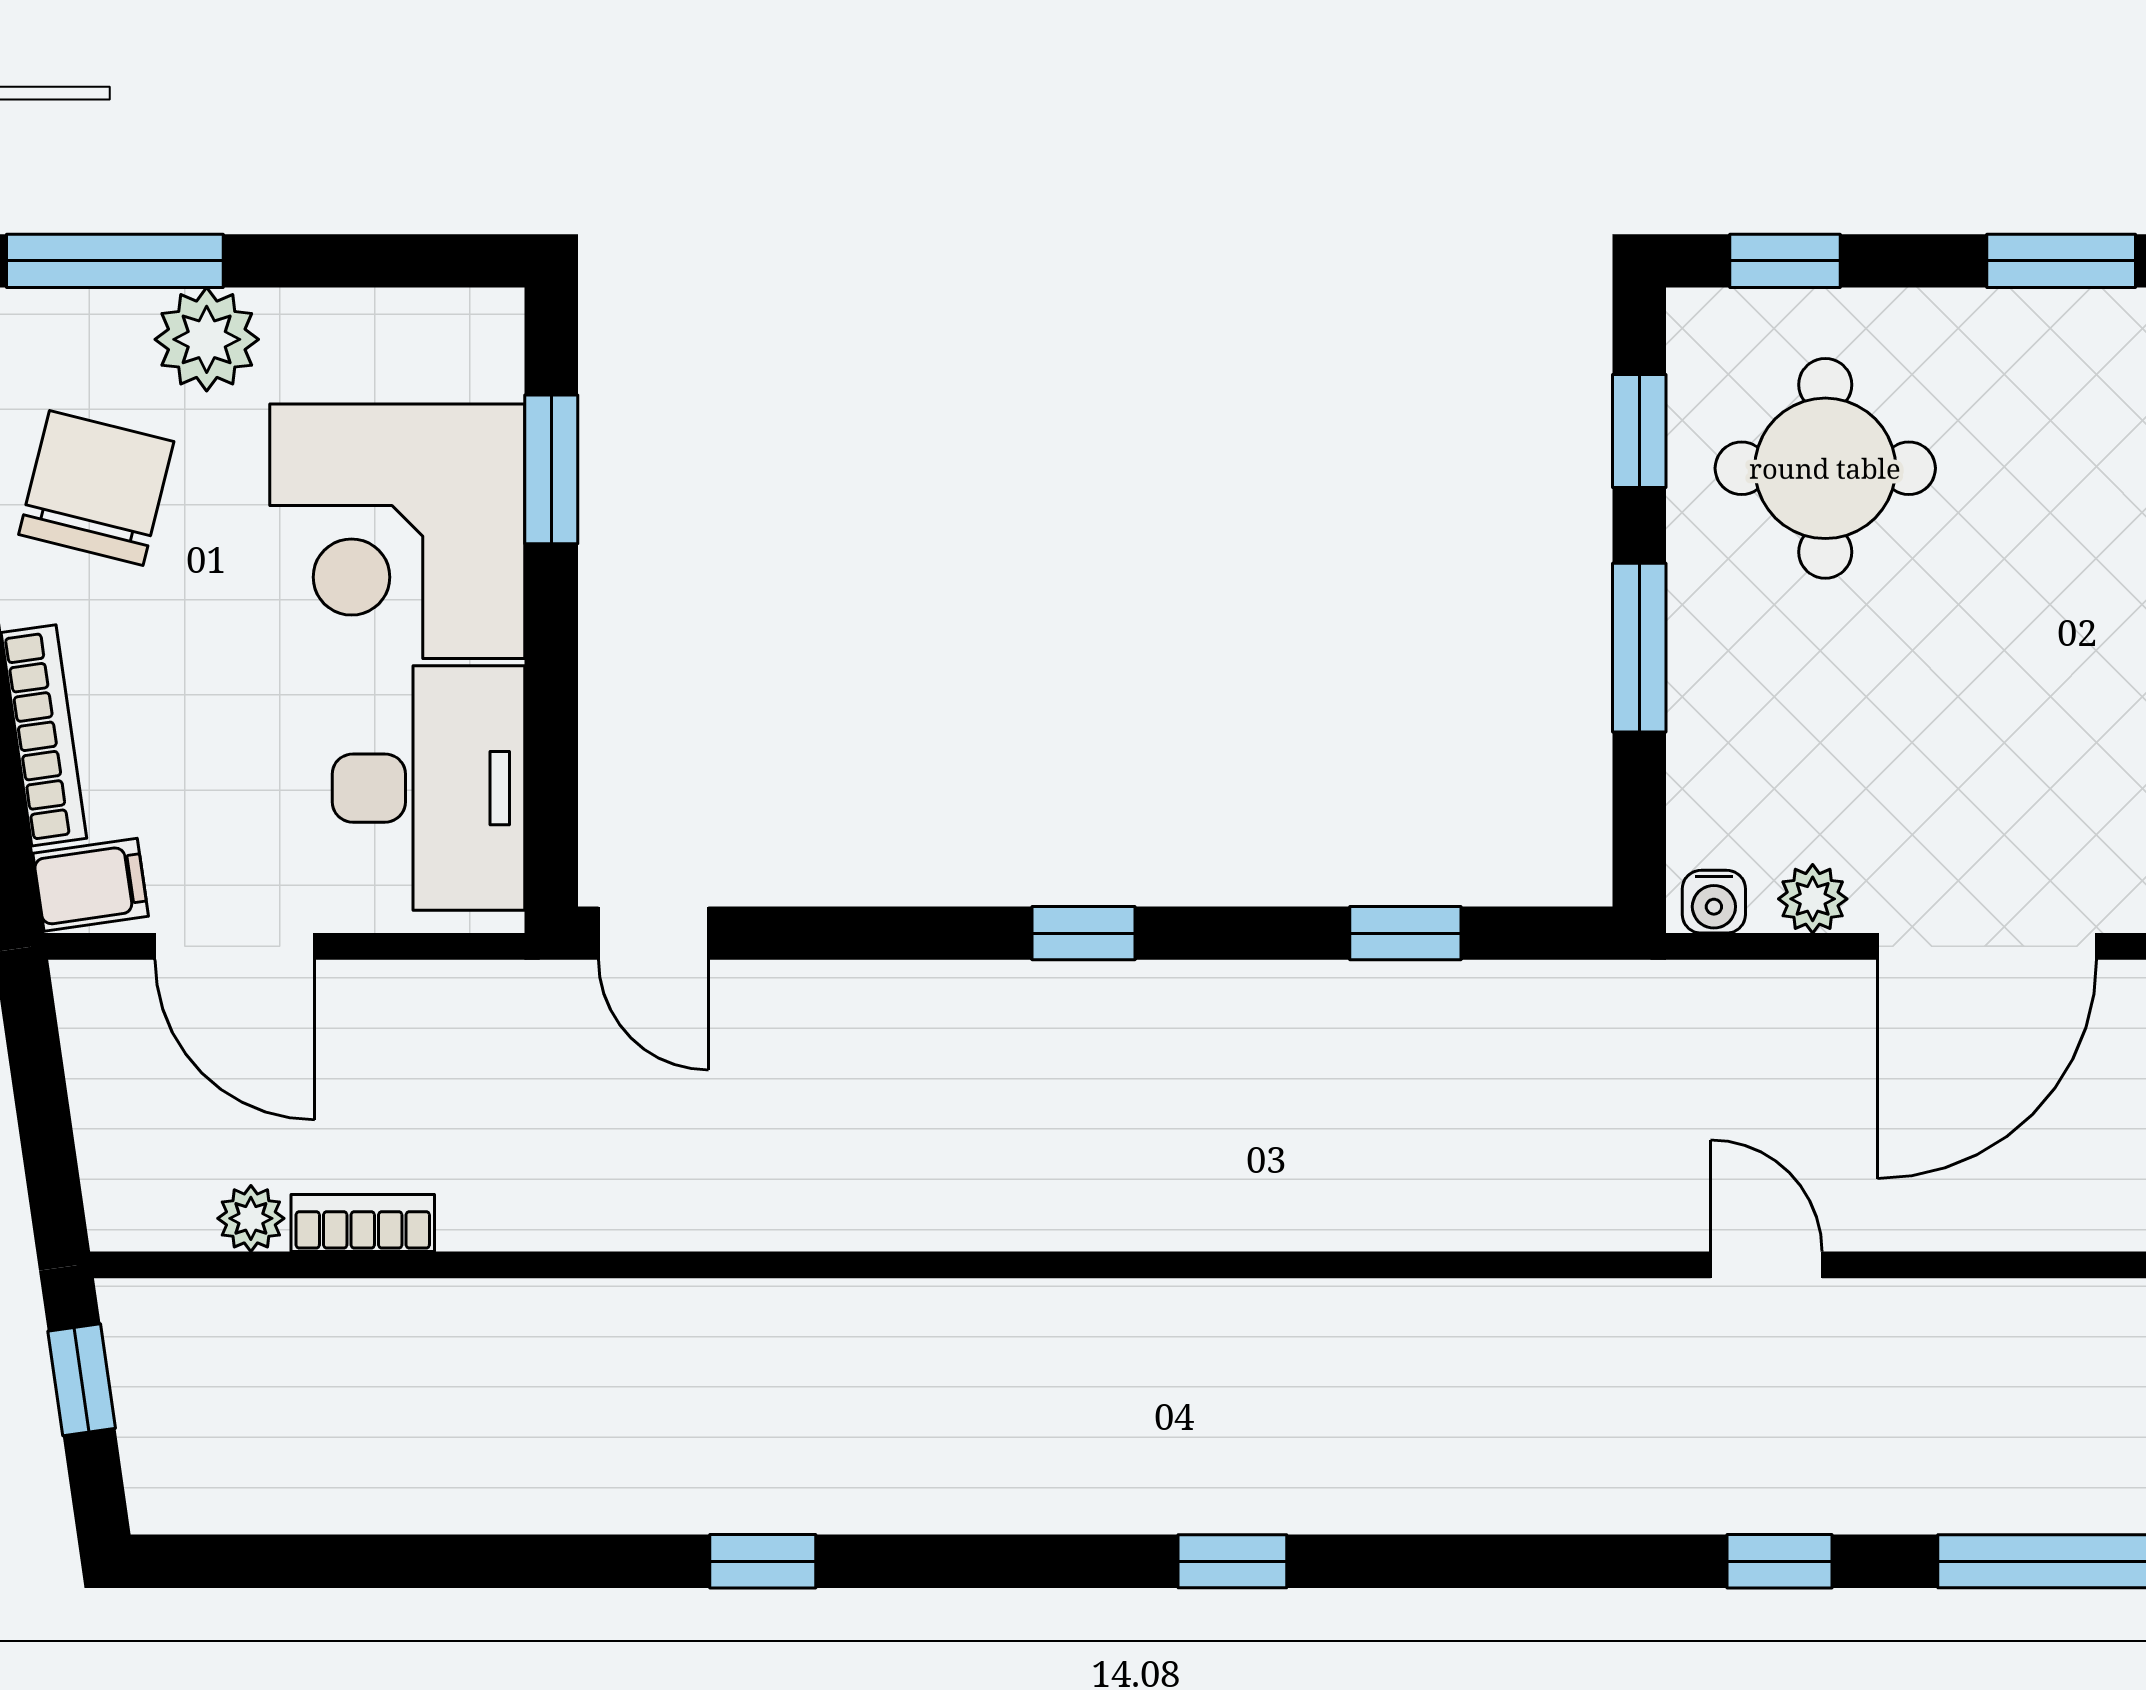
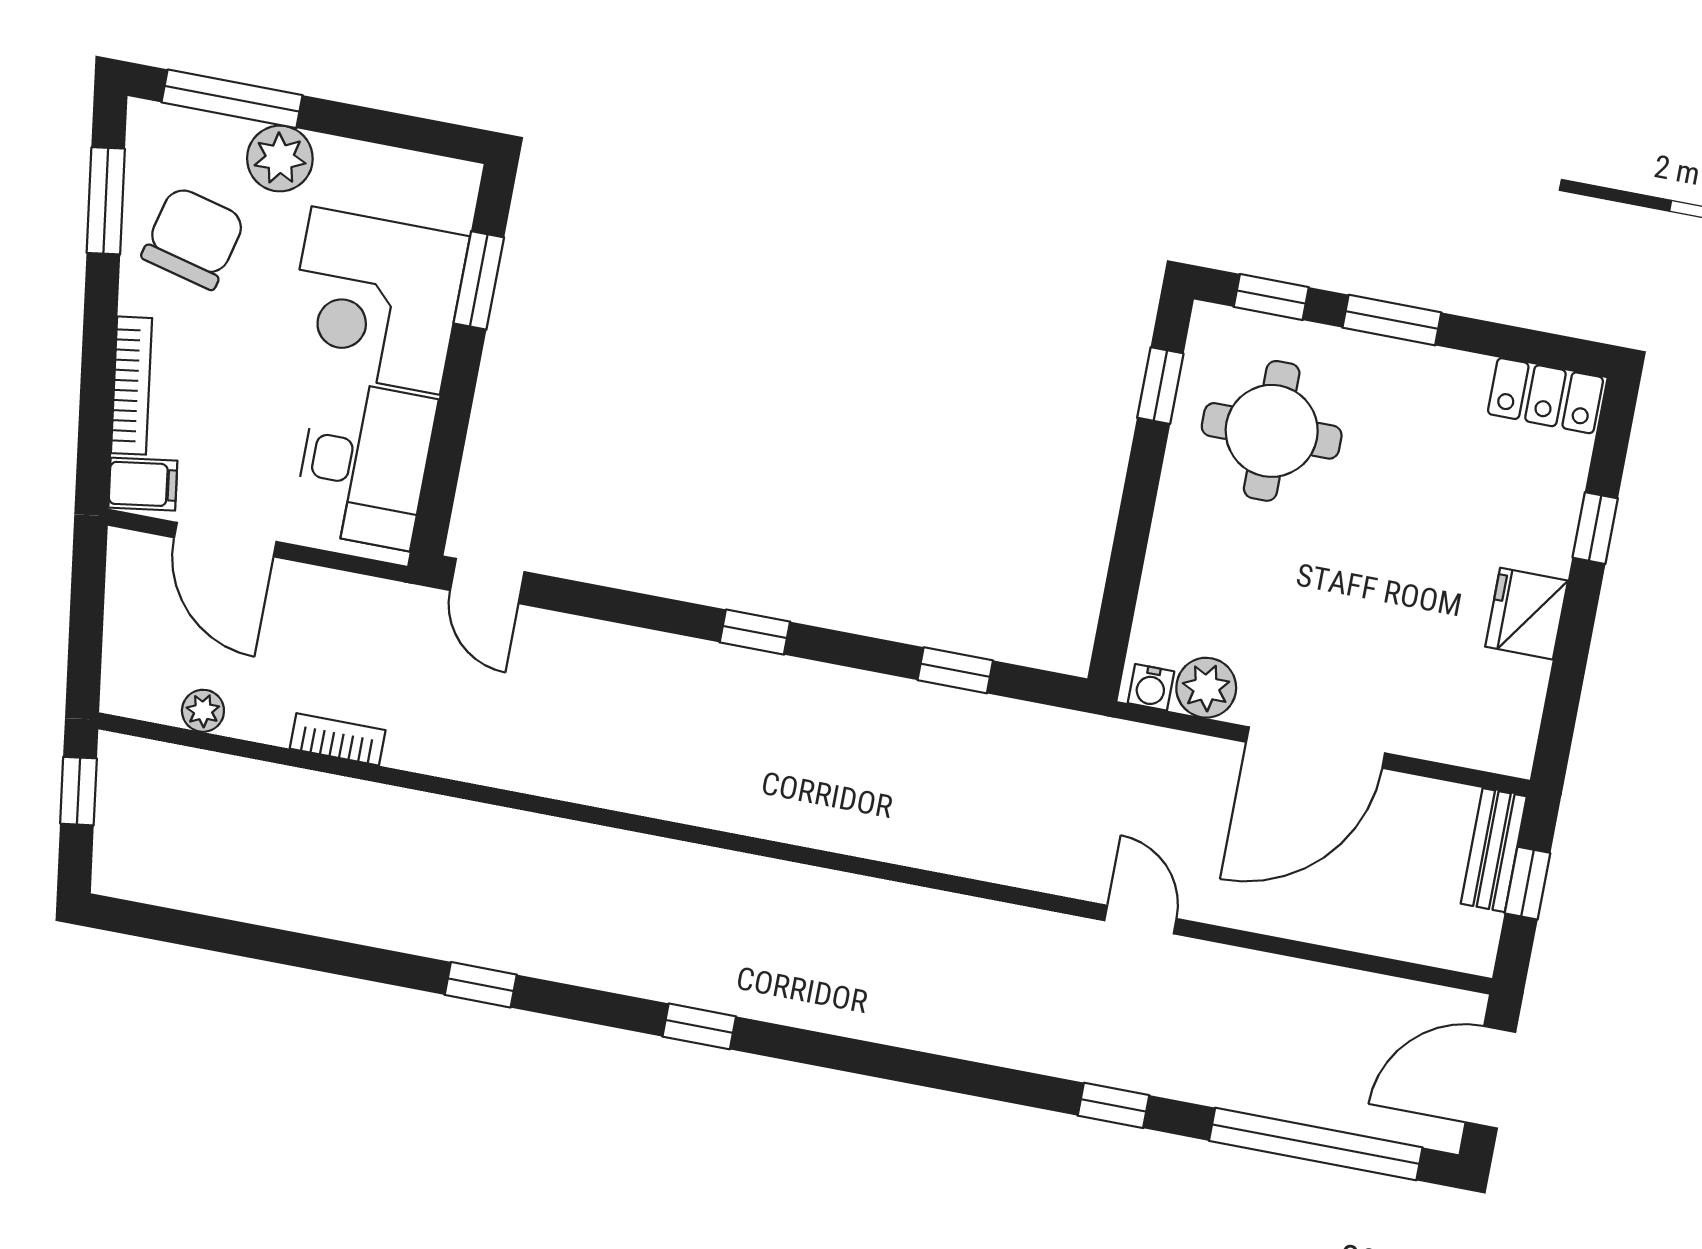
window: (2061, 261) -> (1392, 320), moved
window: (1639, 648) -> (1135, 520), removed
plant: (1813, 899) -> (1206, 688), width x1.38, depth x1.38
bookcase: (363, 1223) -> (338, 739), moved
window: (1232, 1561) -> (699, 1026), moved

